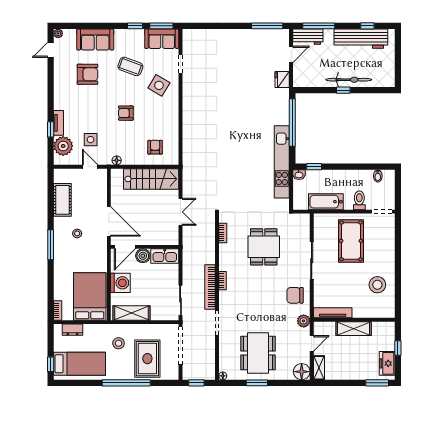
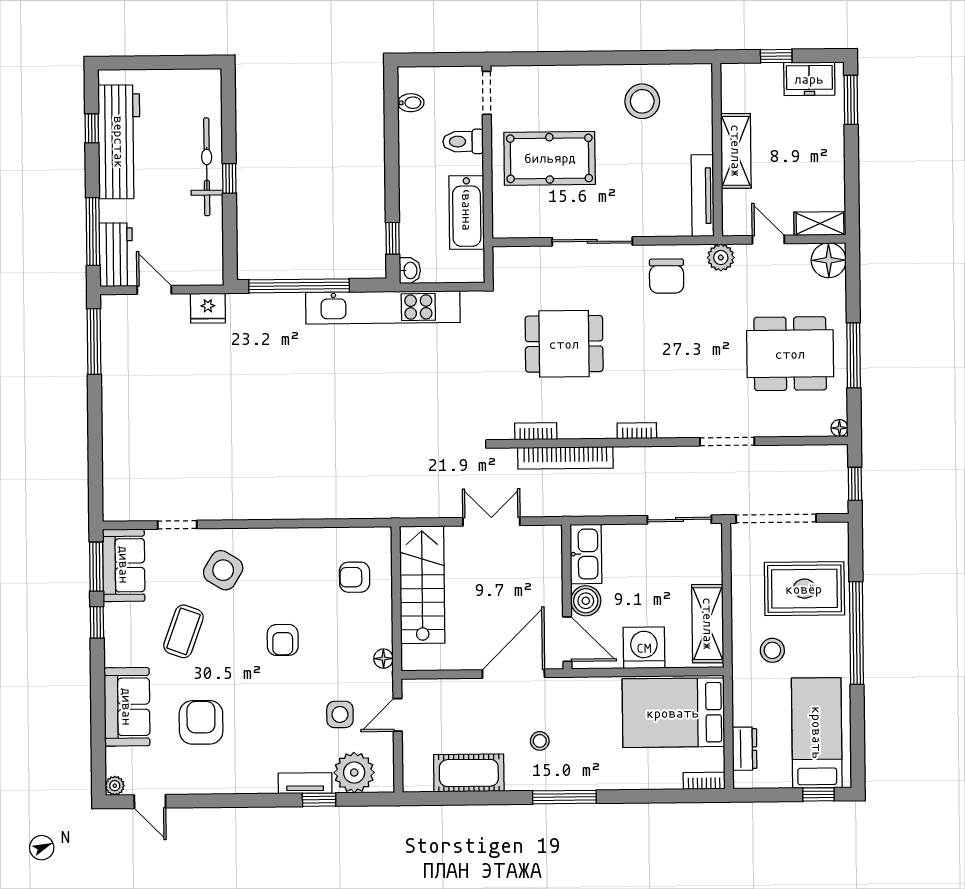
bookcase: (210, 287) -> (565, 458), moved
window: (257, 383) -> (854, 355), width x1.44

